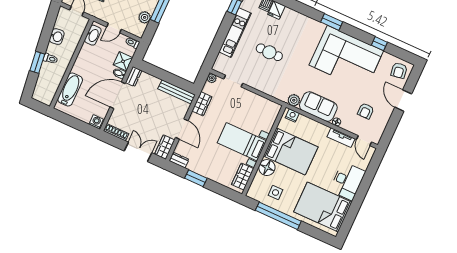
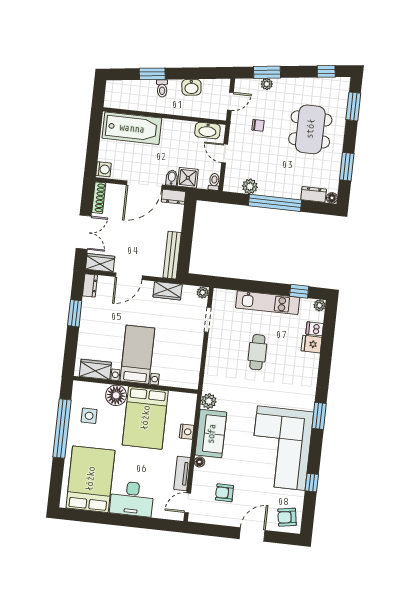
bathtub: (70, 89) -> (132, 128), width x1.36, depth x1.36
door: (118, 95) -> (144, 185), swing flipped
nightstand: (292, 116) -> (187, 432), moved

